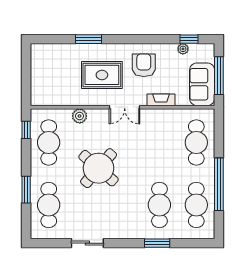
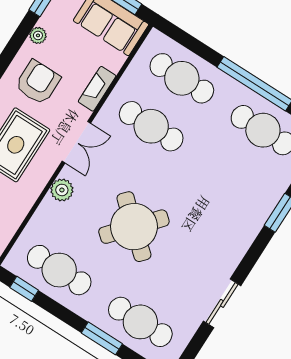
plant: (183, 49) -> (38, 35), moved
armchair: (144, 65) -> (38, 82), turned 90
plant: (80, 116) -> (62, 190), moved
cafe table: (159, 205) -> (151, 126), moved

